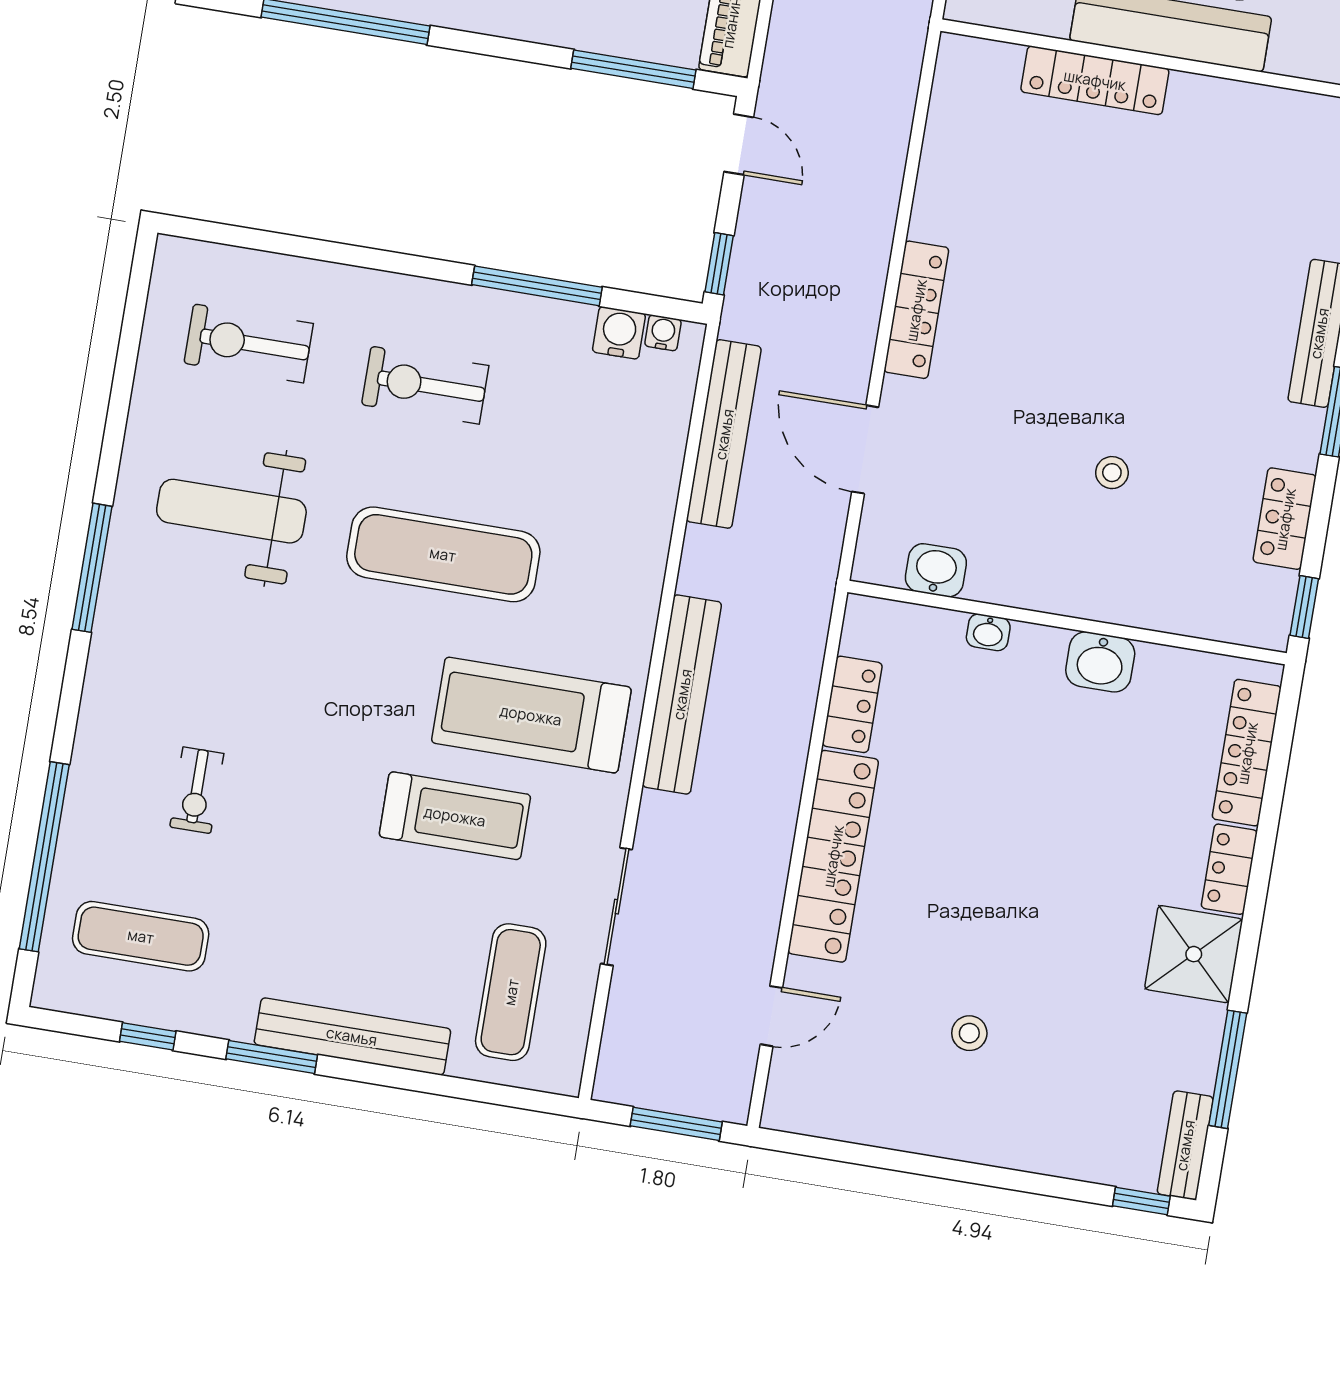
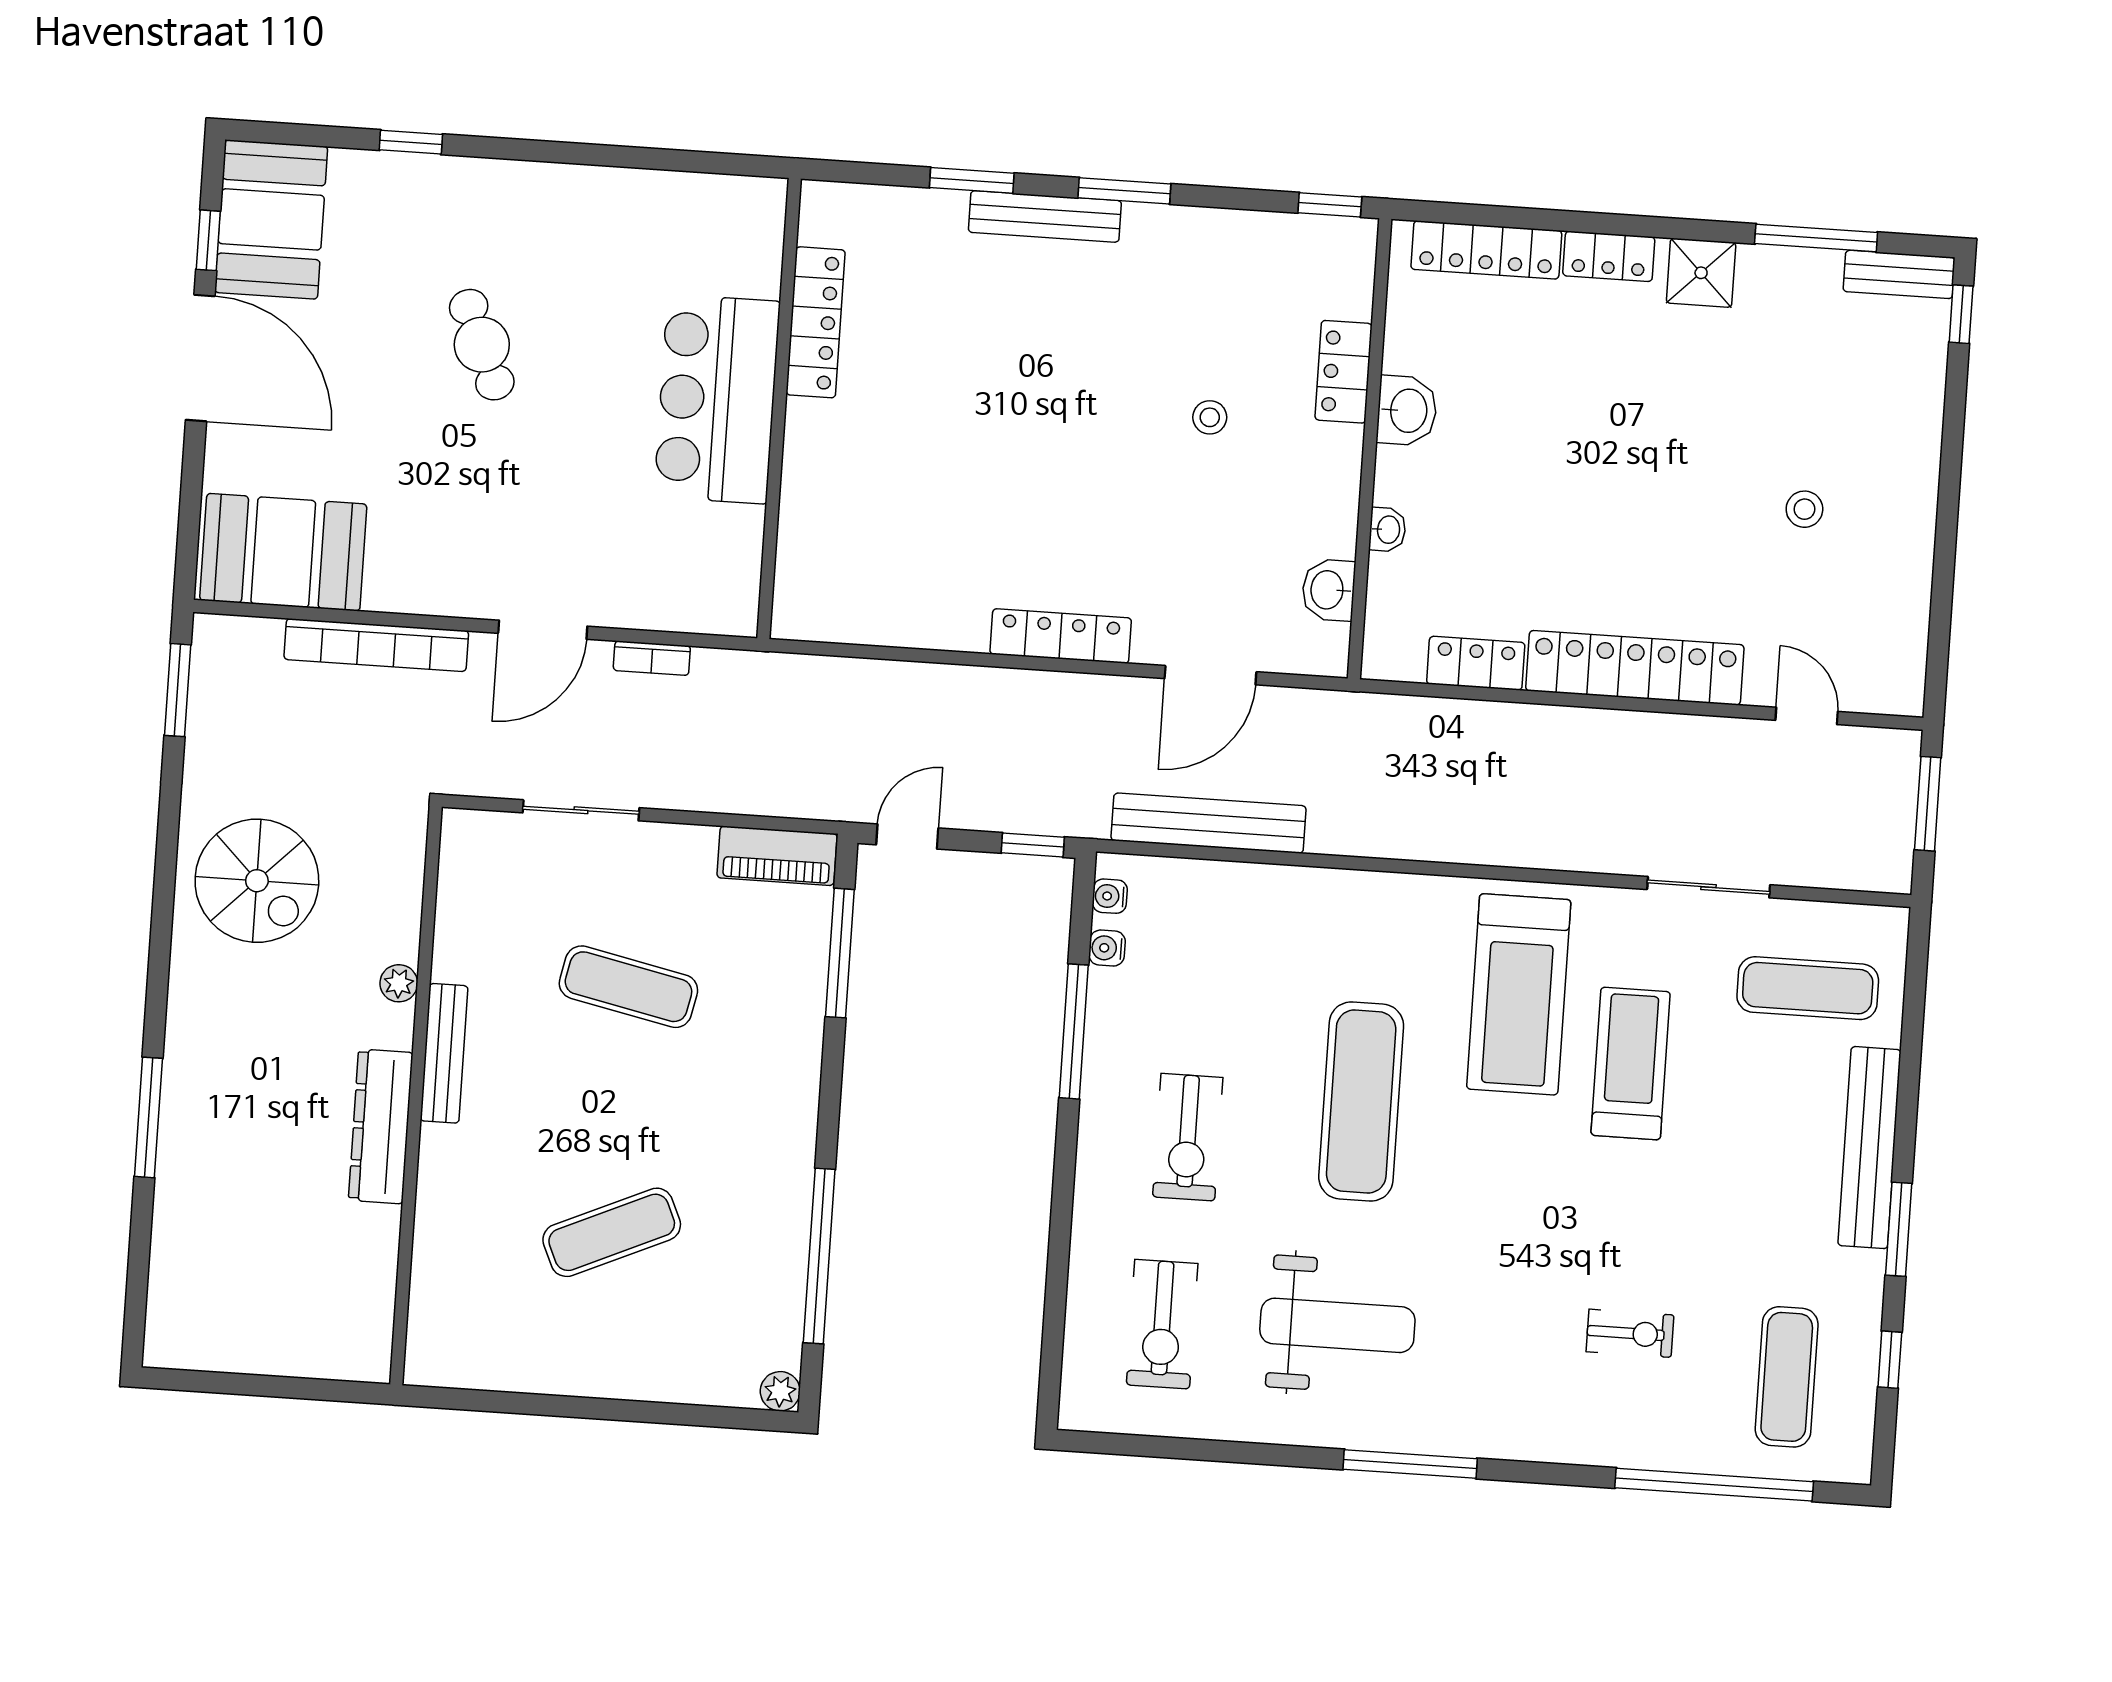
locker: (1095, 80) -> (816, 322), moved
water cooler: (619, 333) -> (1107, 948), width x0.72, depth x0.72
weight bench: (231, 511) -> (1337, 1325), turned -90
locker: (1285, 519) -> (1344, 372), moved, turned 90
bench: (682, 694) -> (1482, 840), removed
shower: (1194, 954) -> (1701, 273), width x0.73, depth x0.73

